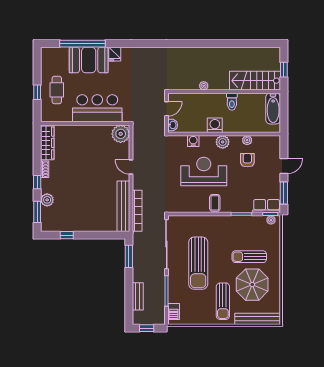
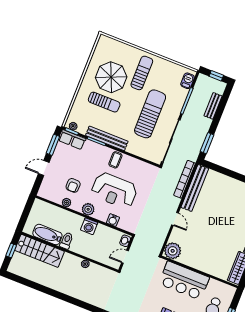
bathtub: (273, 109) -> (47, 234), moved, turned -90
bench: (258, 319) -> (107, 138), moved

